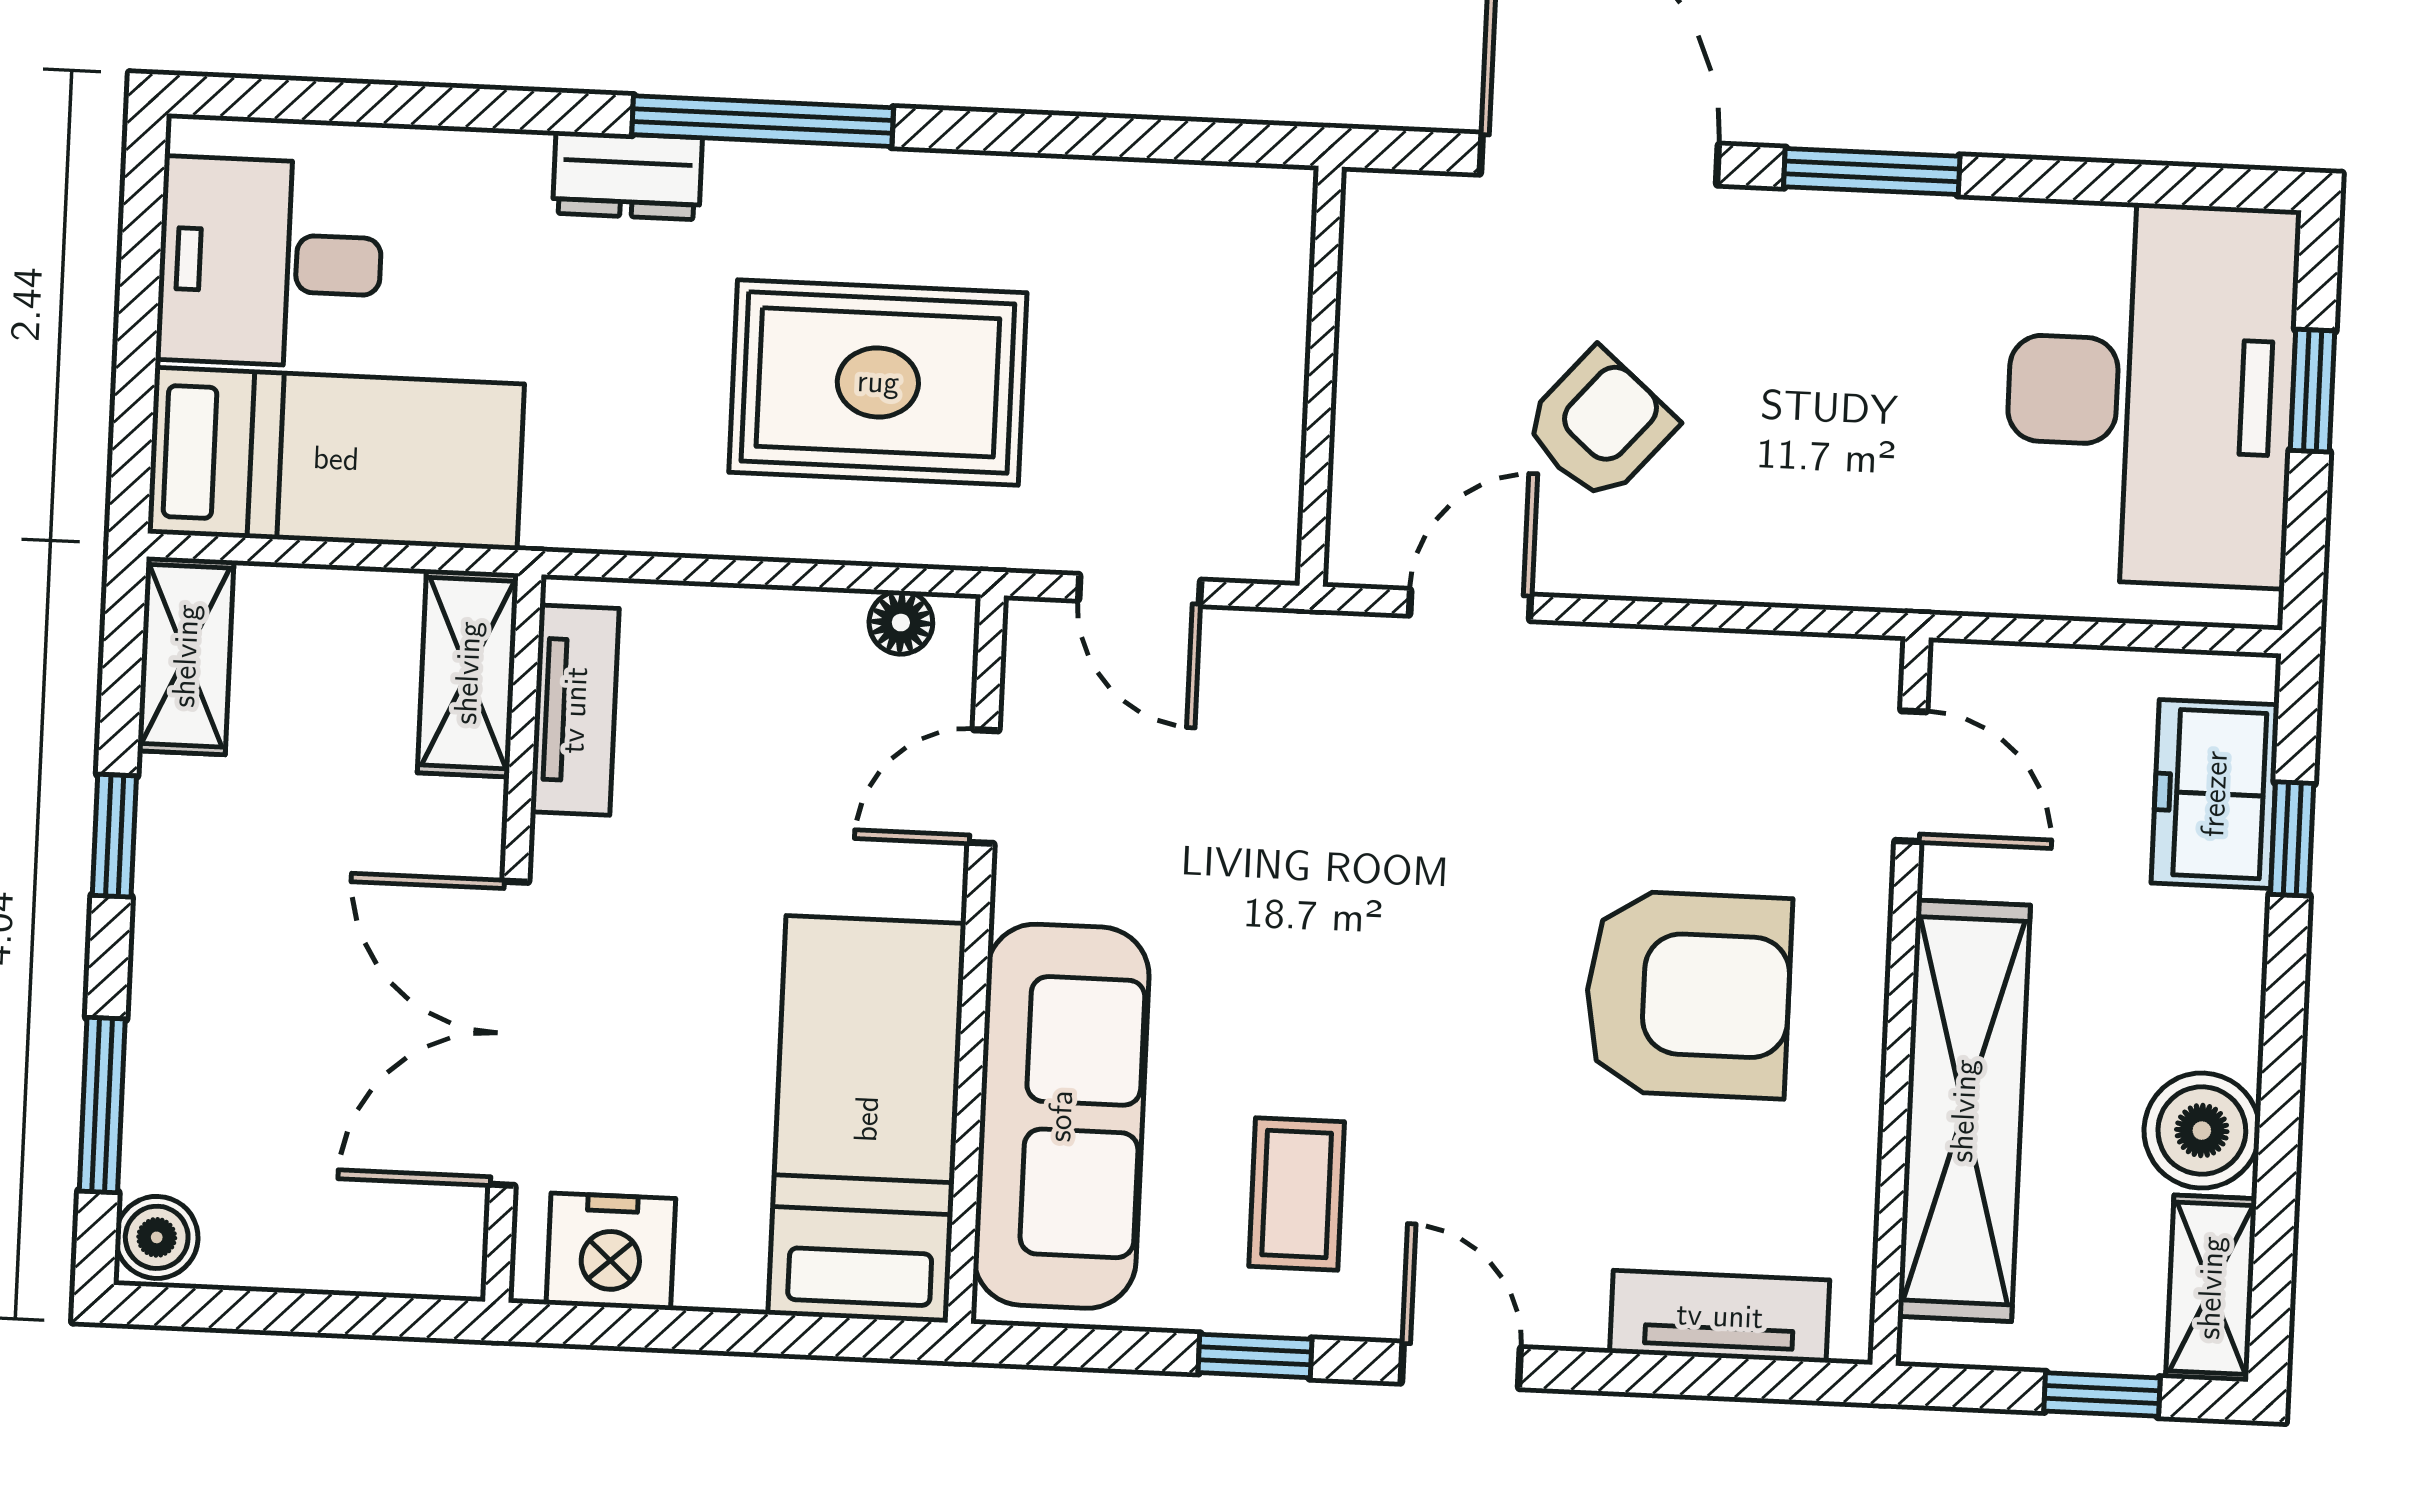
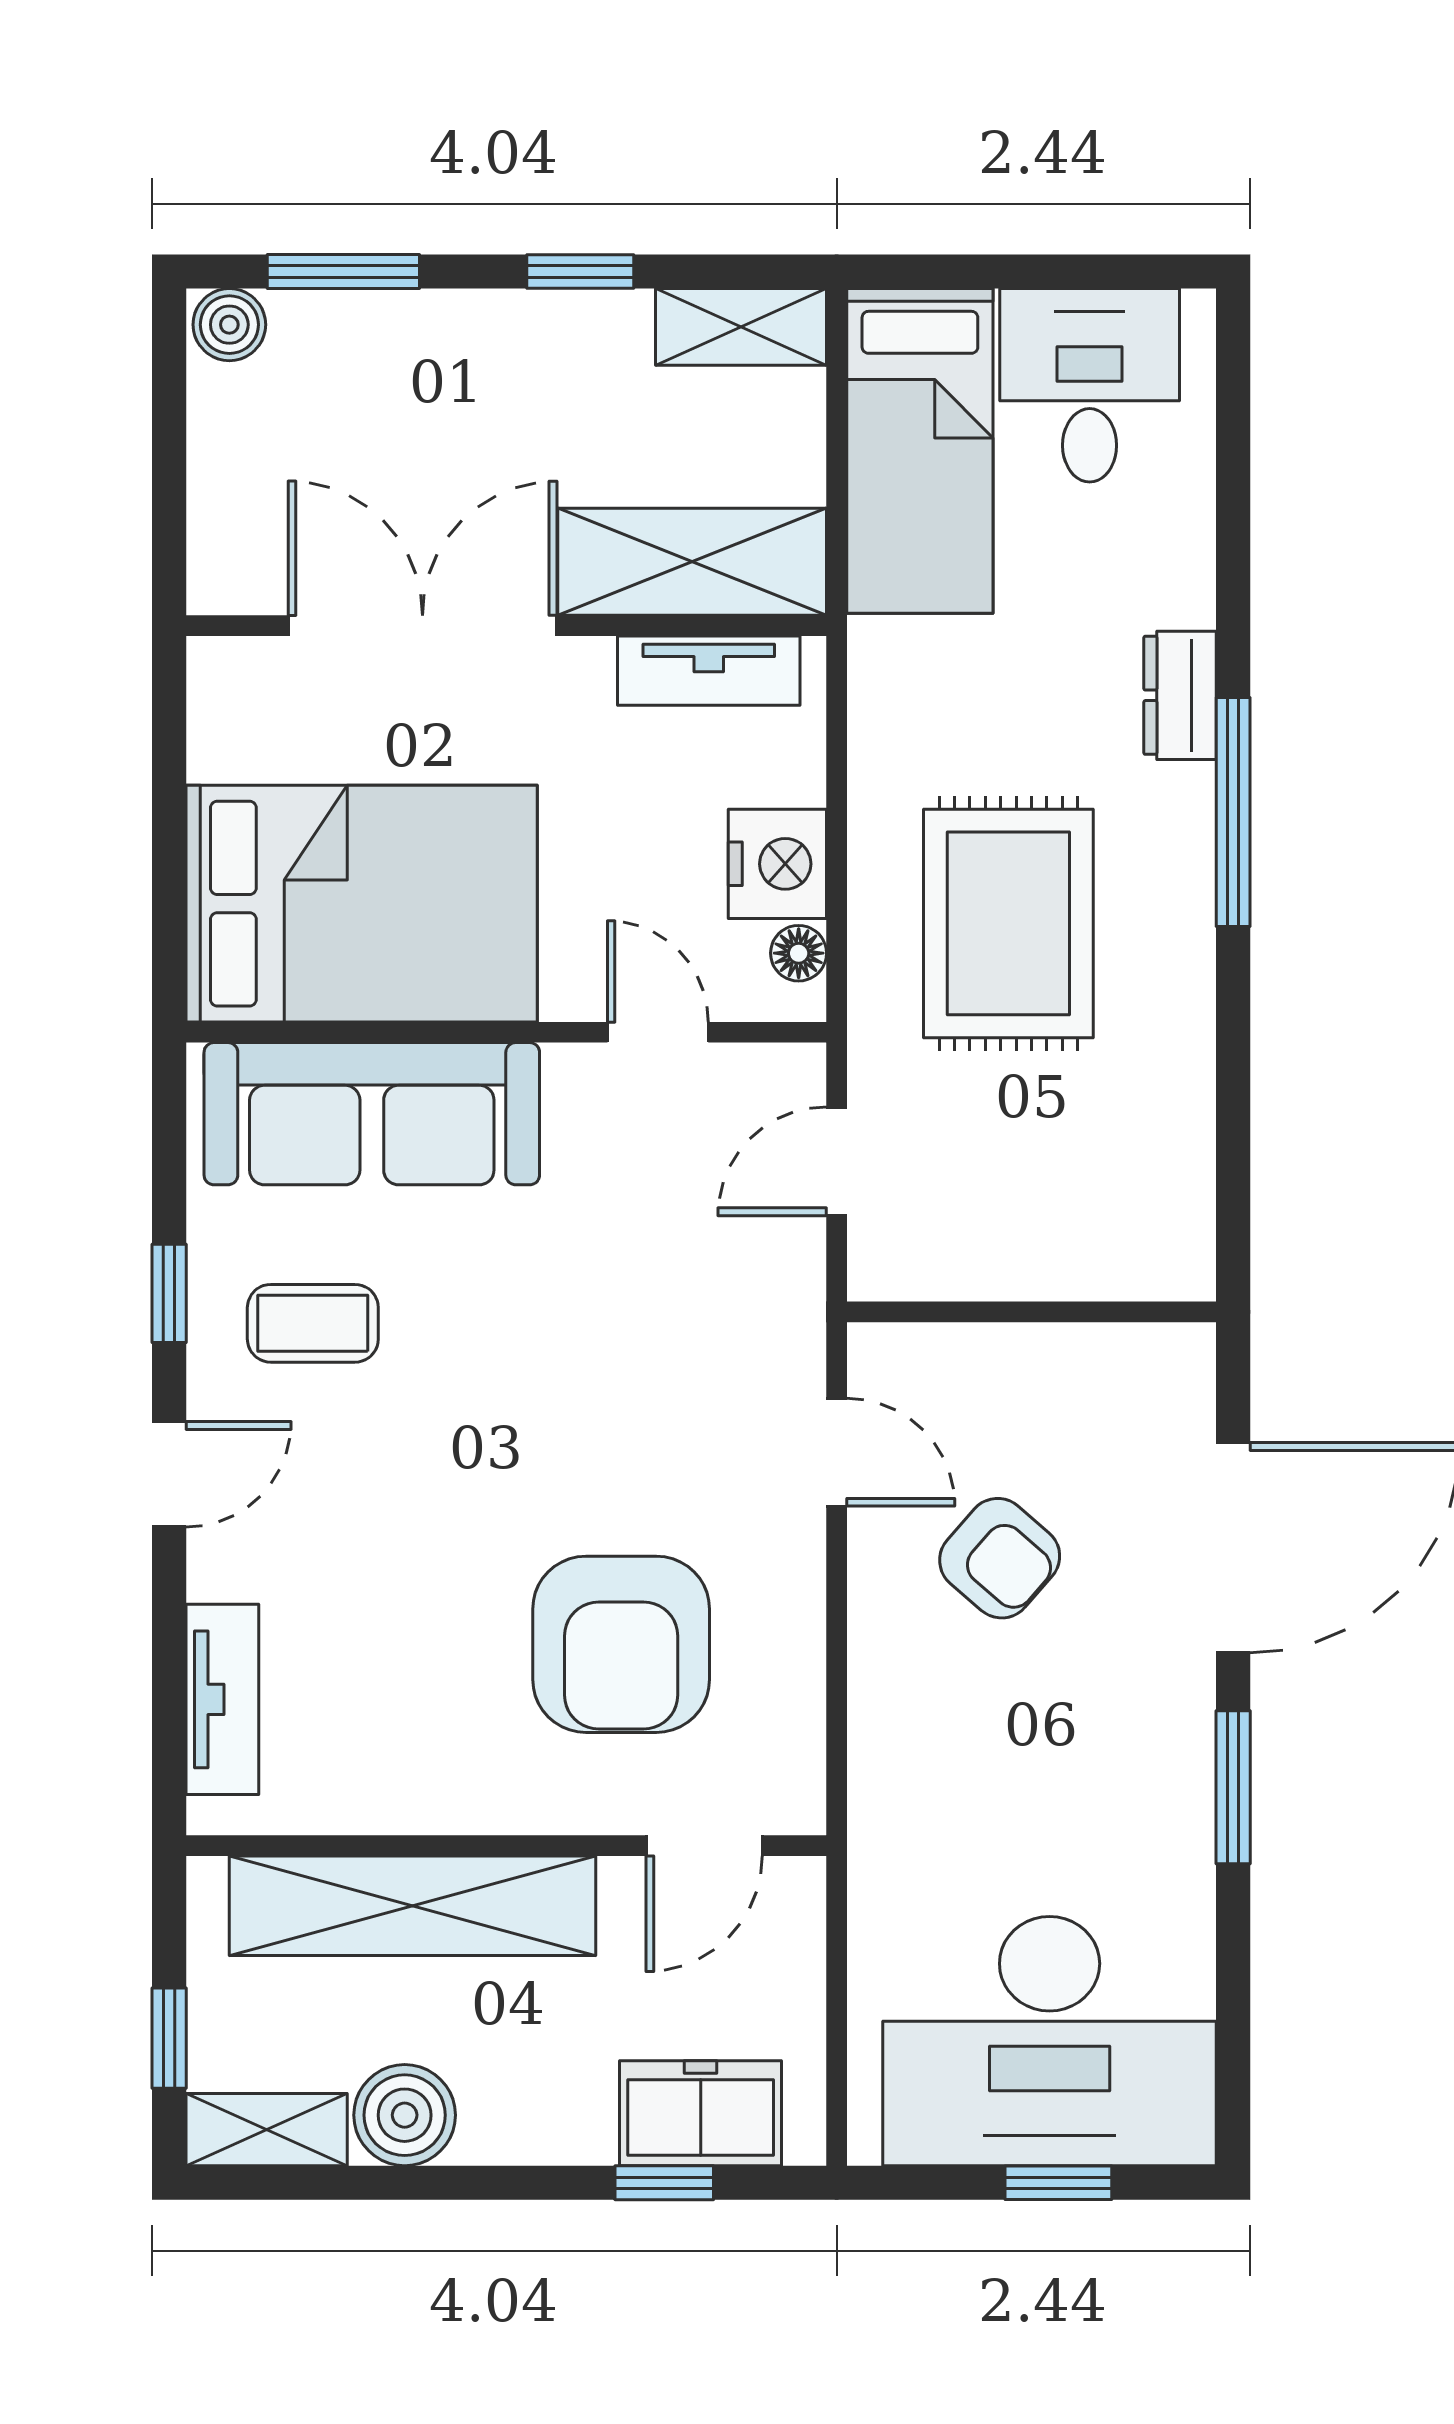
shelving: (468, 673) -> (692, 562), width x1.50, depth x1.33
armchair: (1688, 994) -> (621, 1644), moved
bed: (867, 1119) -> (362, 904), width x1.50
nightstand: (611, 1251) -> (777, 864), moved, turned 180

